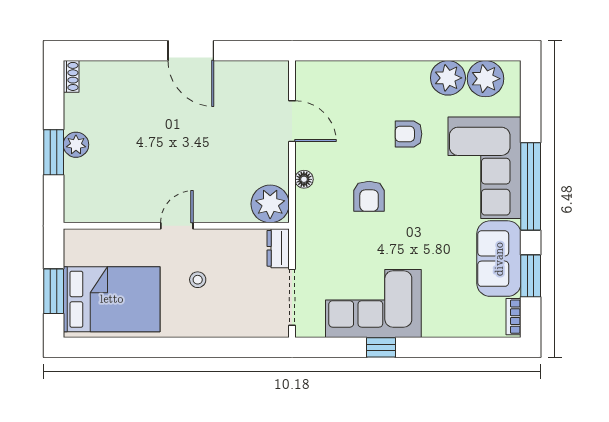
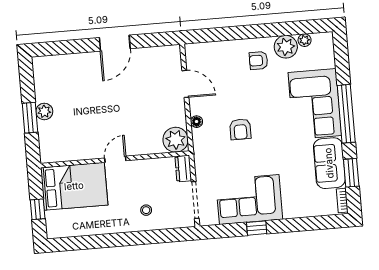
door: (191, 51) -> (115, 43), hinge flipped
shoe rack: (71, 76) -> (37, 67), removed
plant: (485, 79) -> (305, 40), width x0.53, depth x0.53
armchair: (408, 134) -> (258, 60), moved
stool: (198, 280) -> (146, 210), moved
window: (54, 291) -> (38, 209), width x0.67
bed: (112, 299) -> (74, 186), moved

